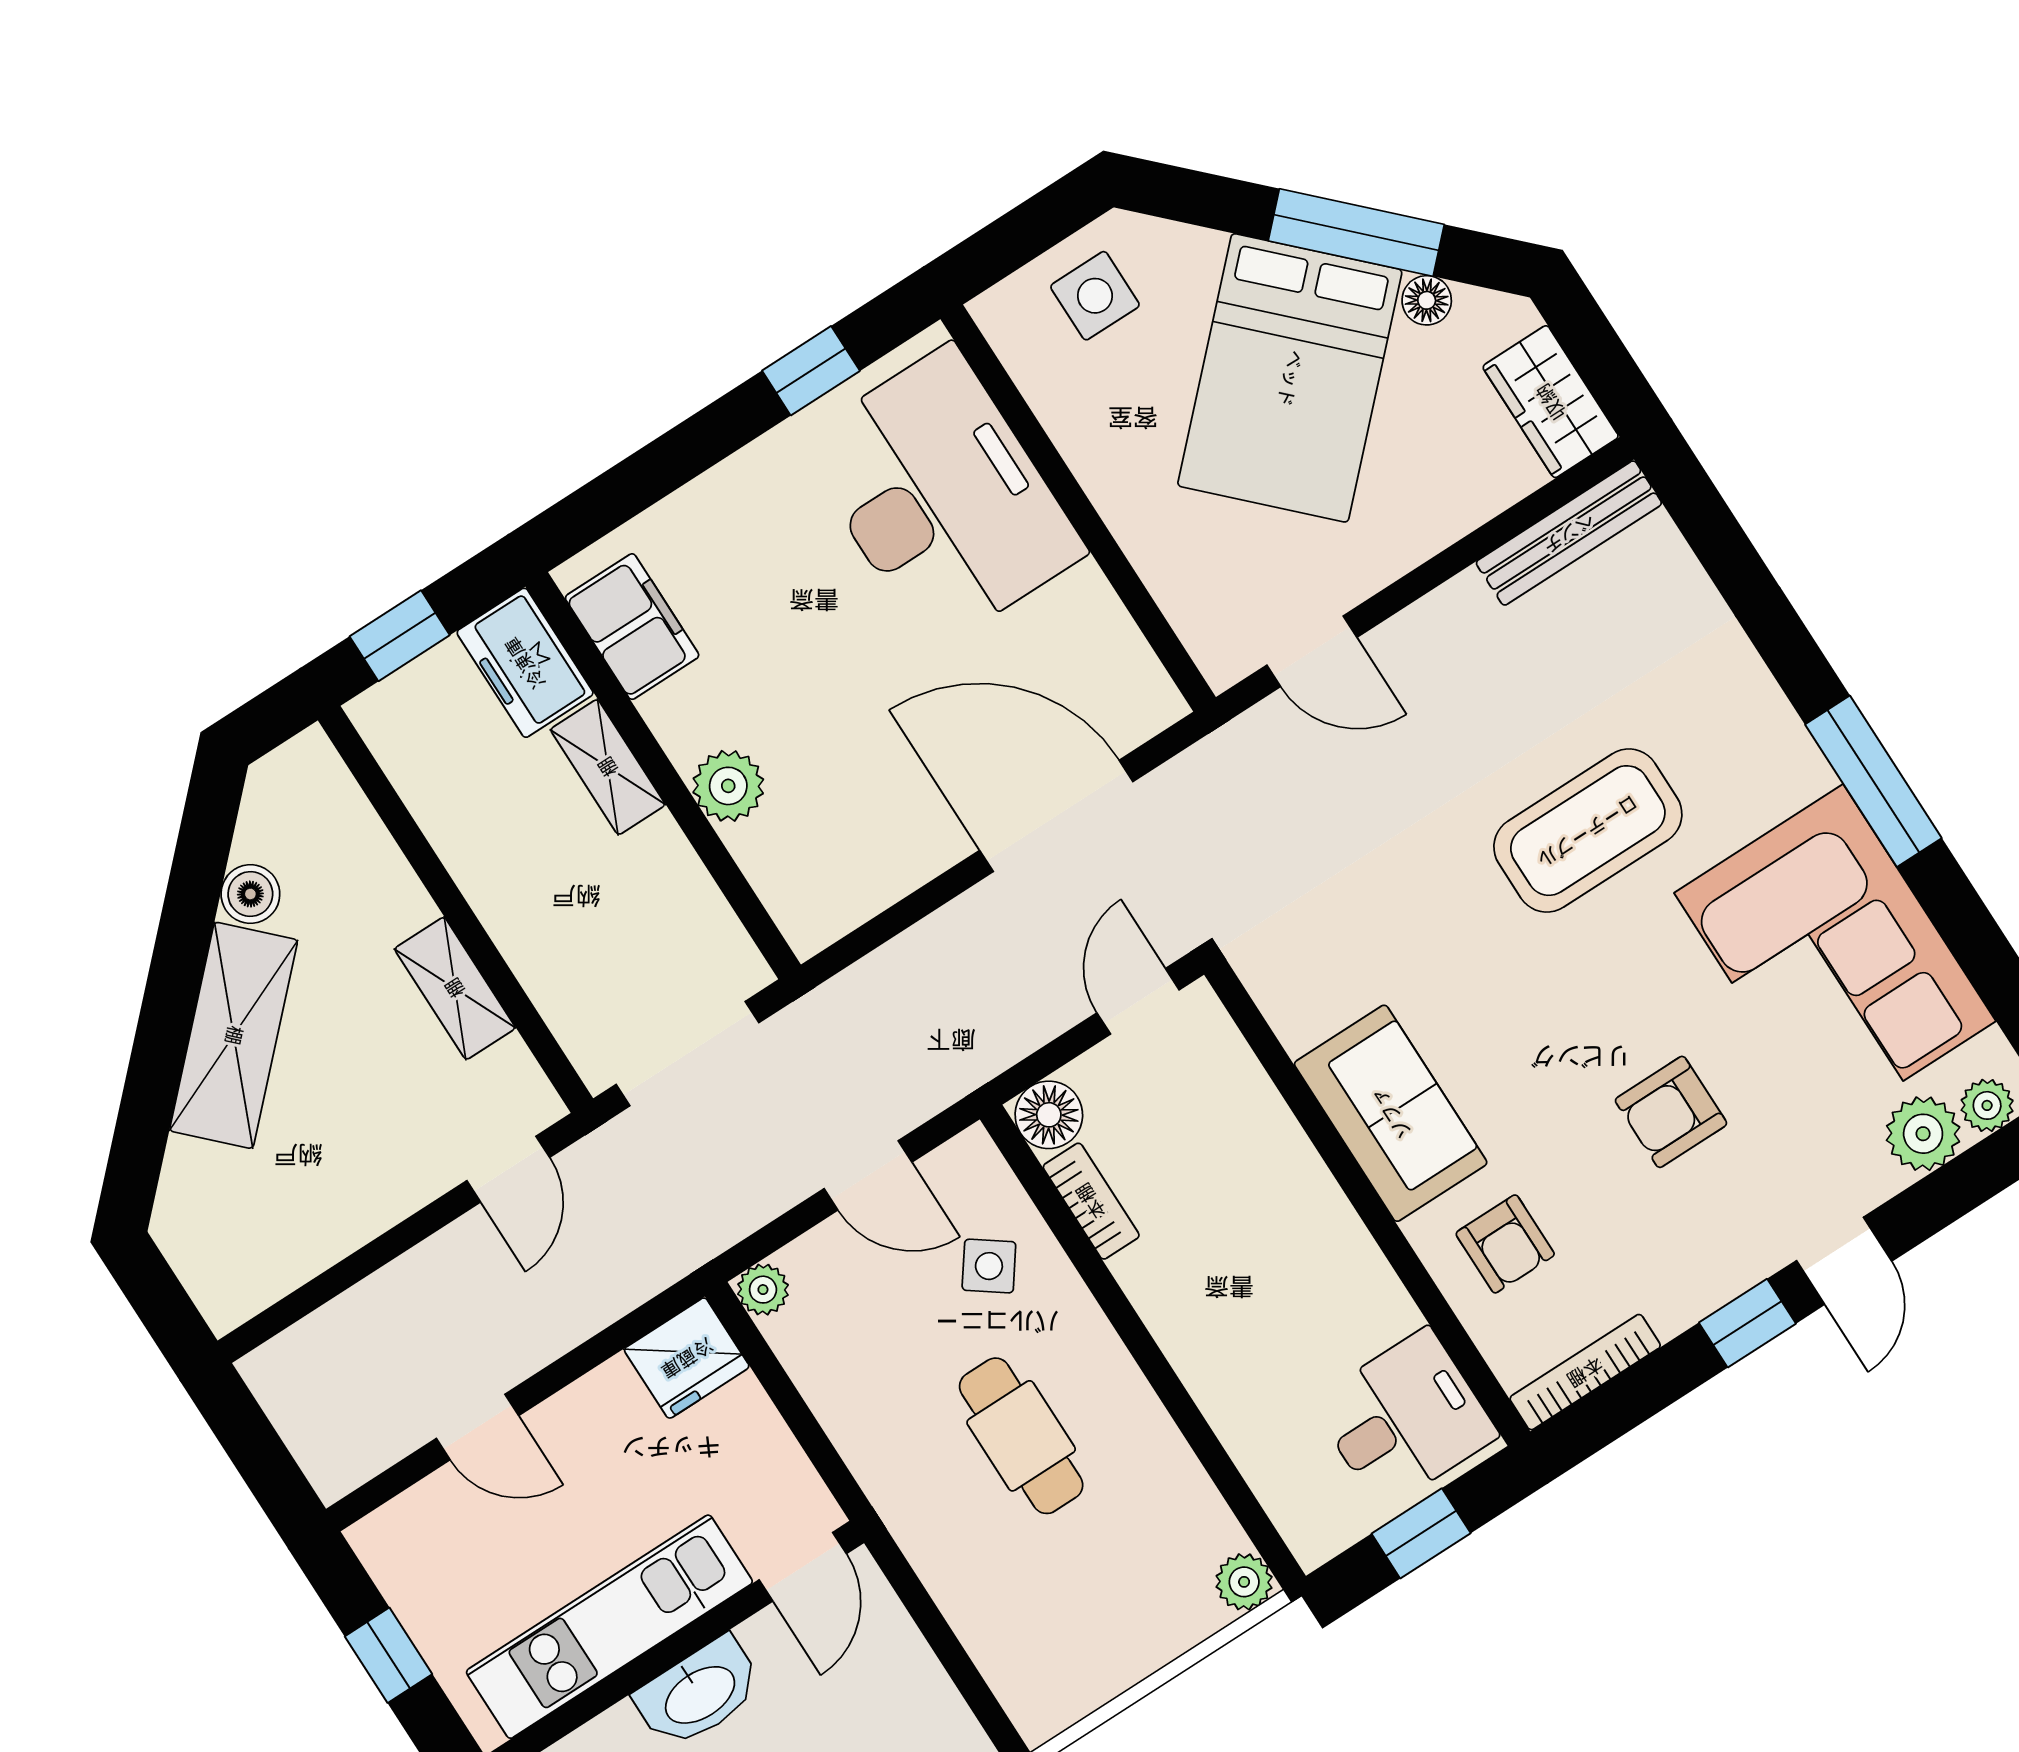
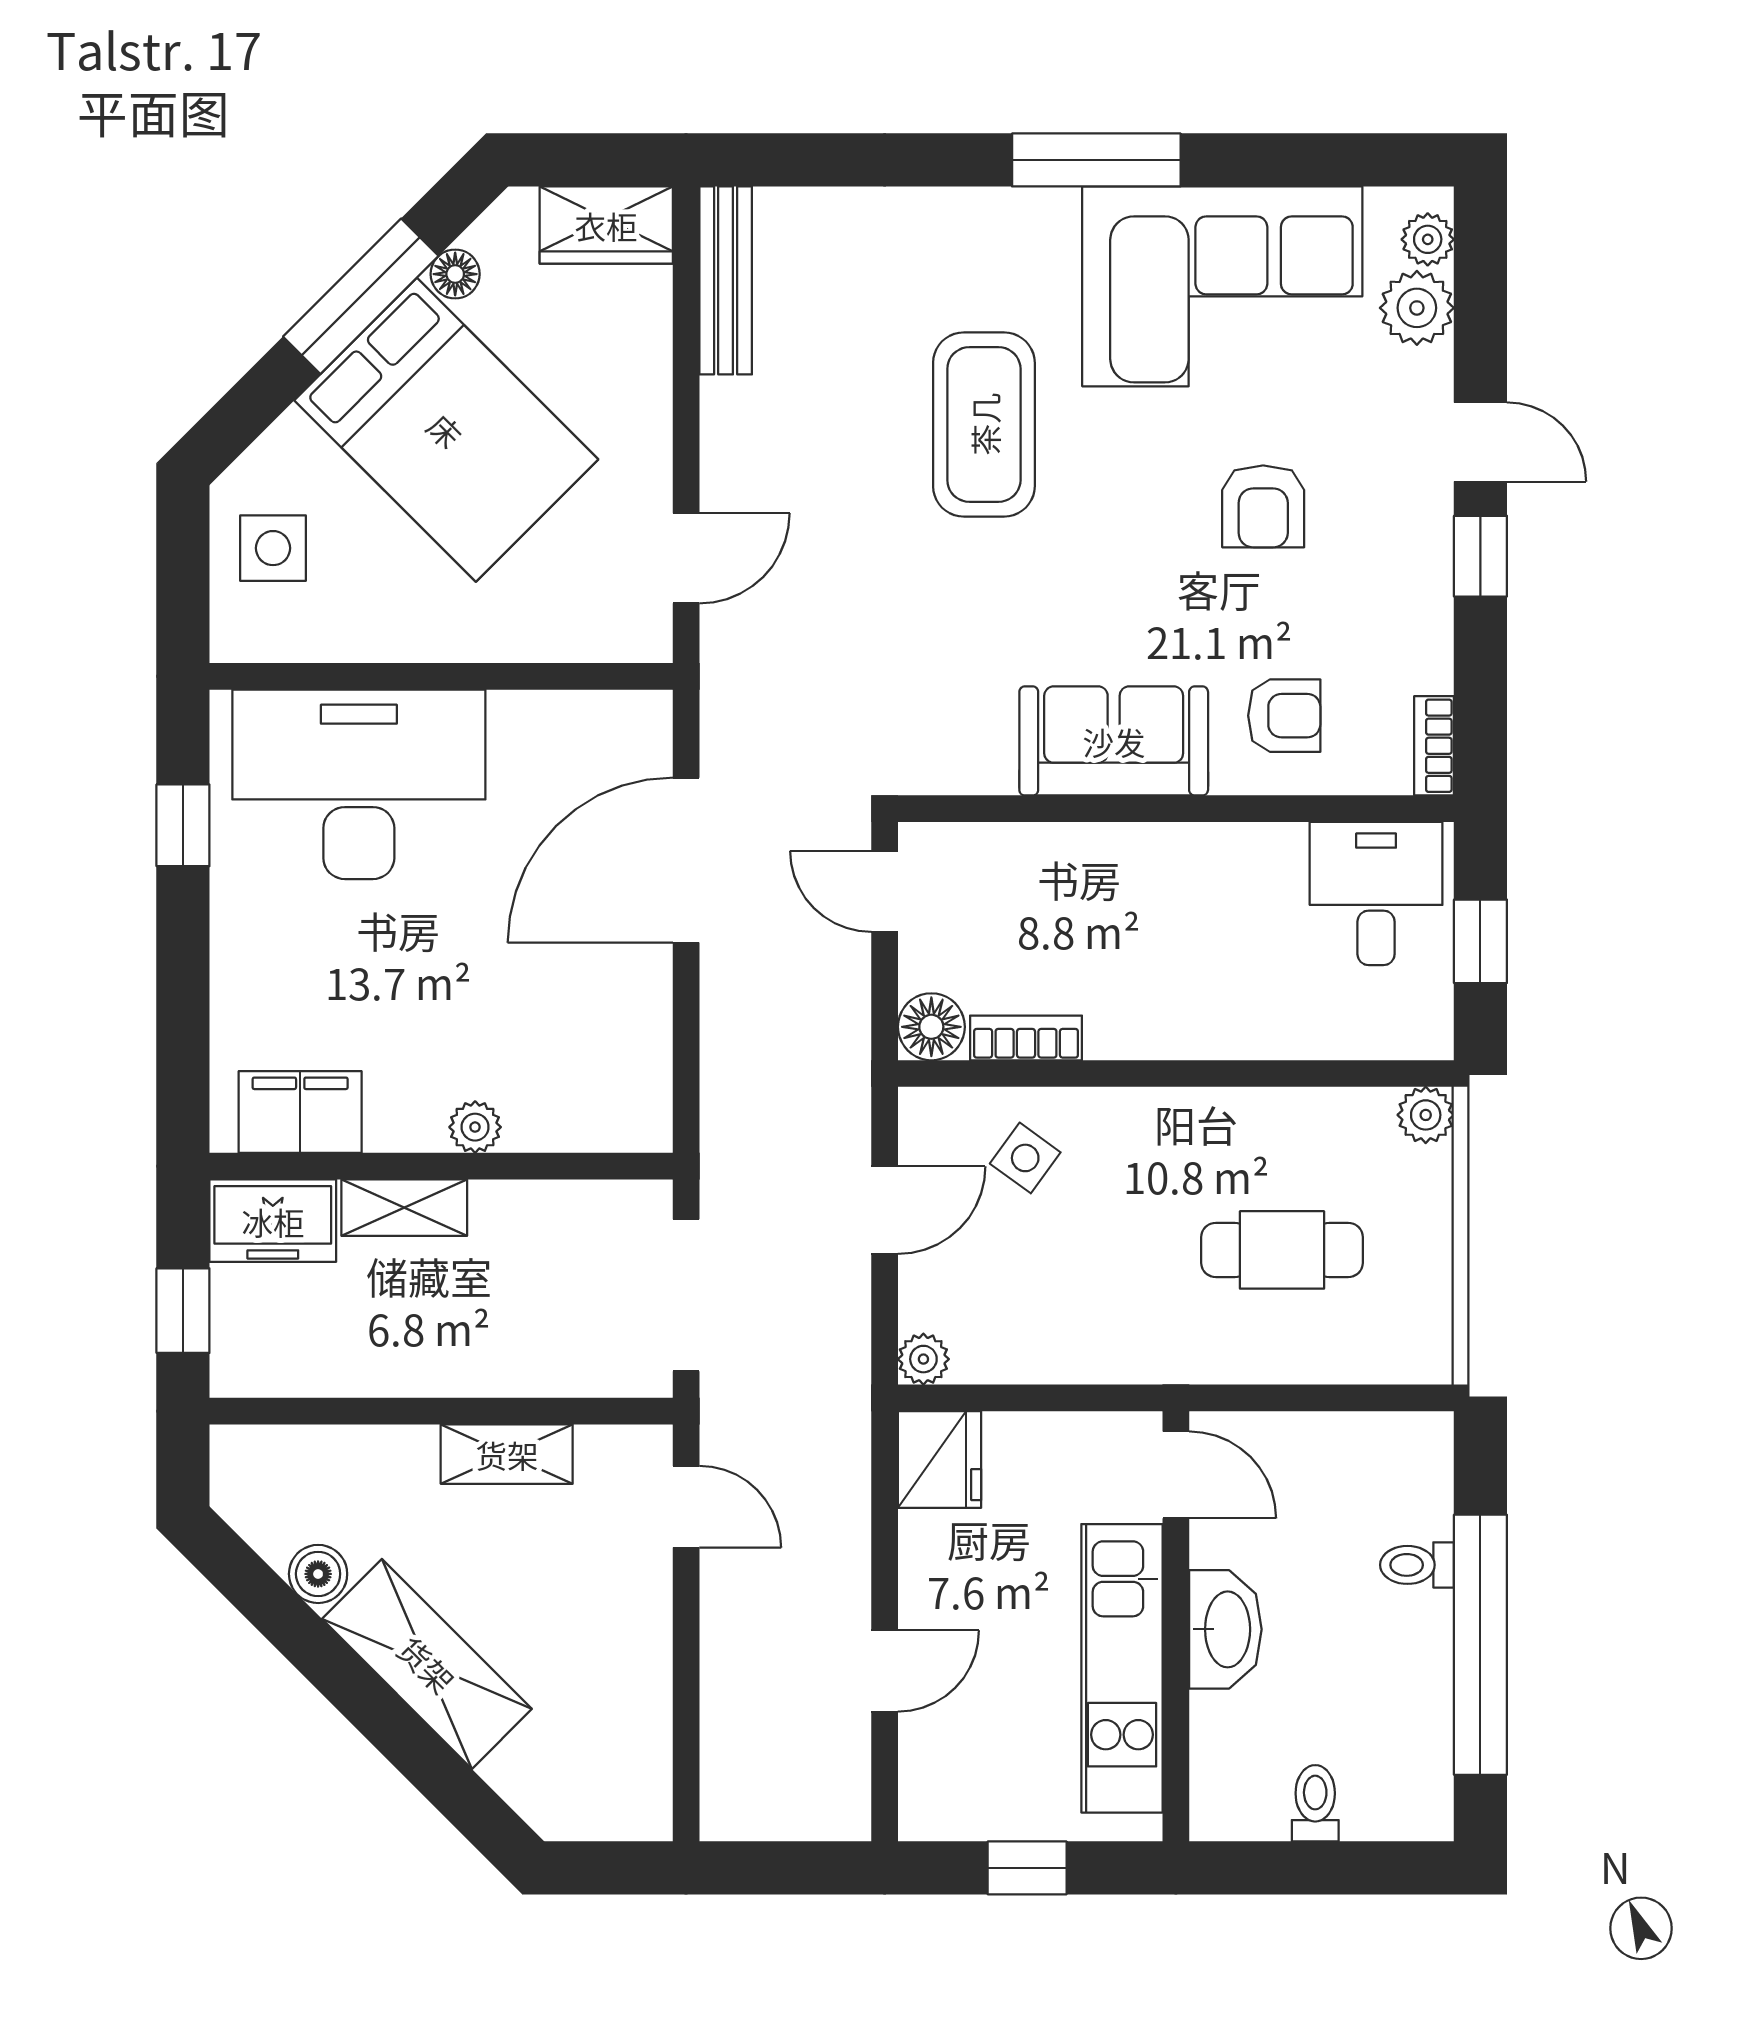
plant: (728, 786) -> (475, 1127), width x0.73, depth x0.73
bookcase: (1585, 1372) -> (1434, 746), width x0.64
cafe table: (1021, 1436) -> (1282, 1250), moved

